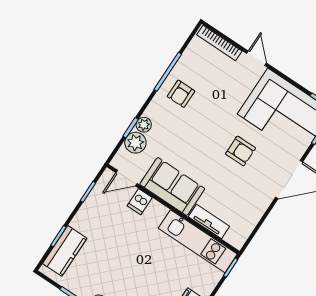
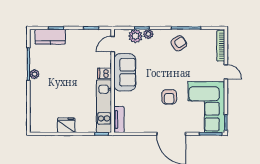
door: (256, 58) -> (226, 72), hinge flipped
armchair: (181, 94) -> (179, 43), turned 147
door: (126, 178) -> (113, 44), hinge flipped
dishwasher: (140, 202) -> (105, 73), moved
tv unit: (209, 221) -> (119, 120), moved

